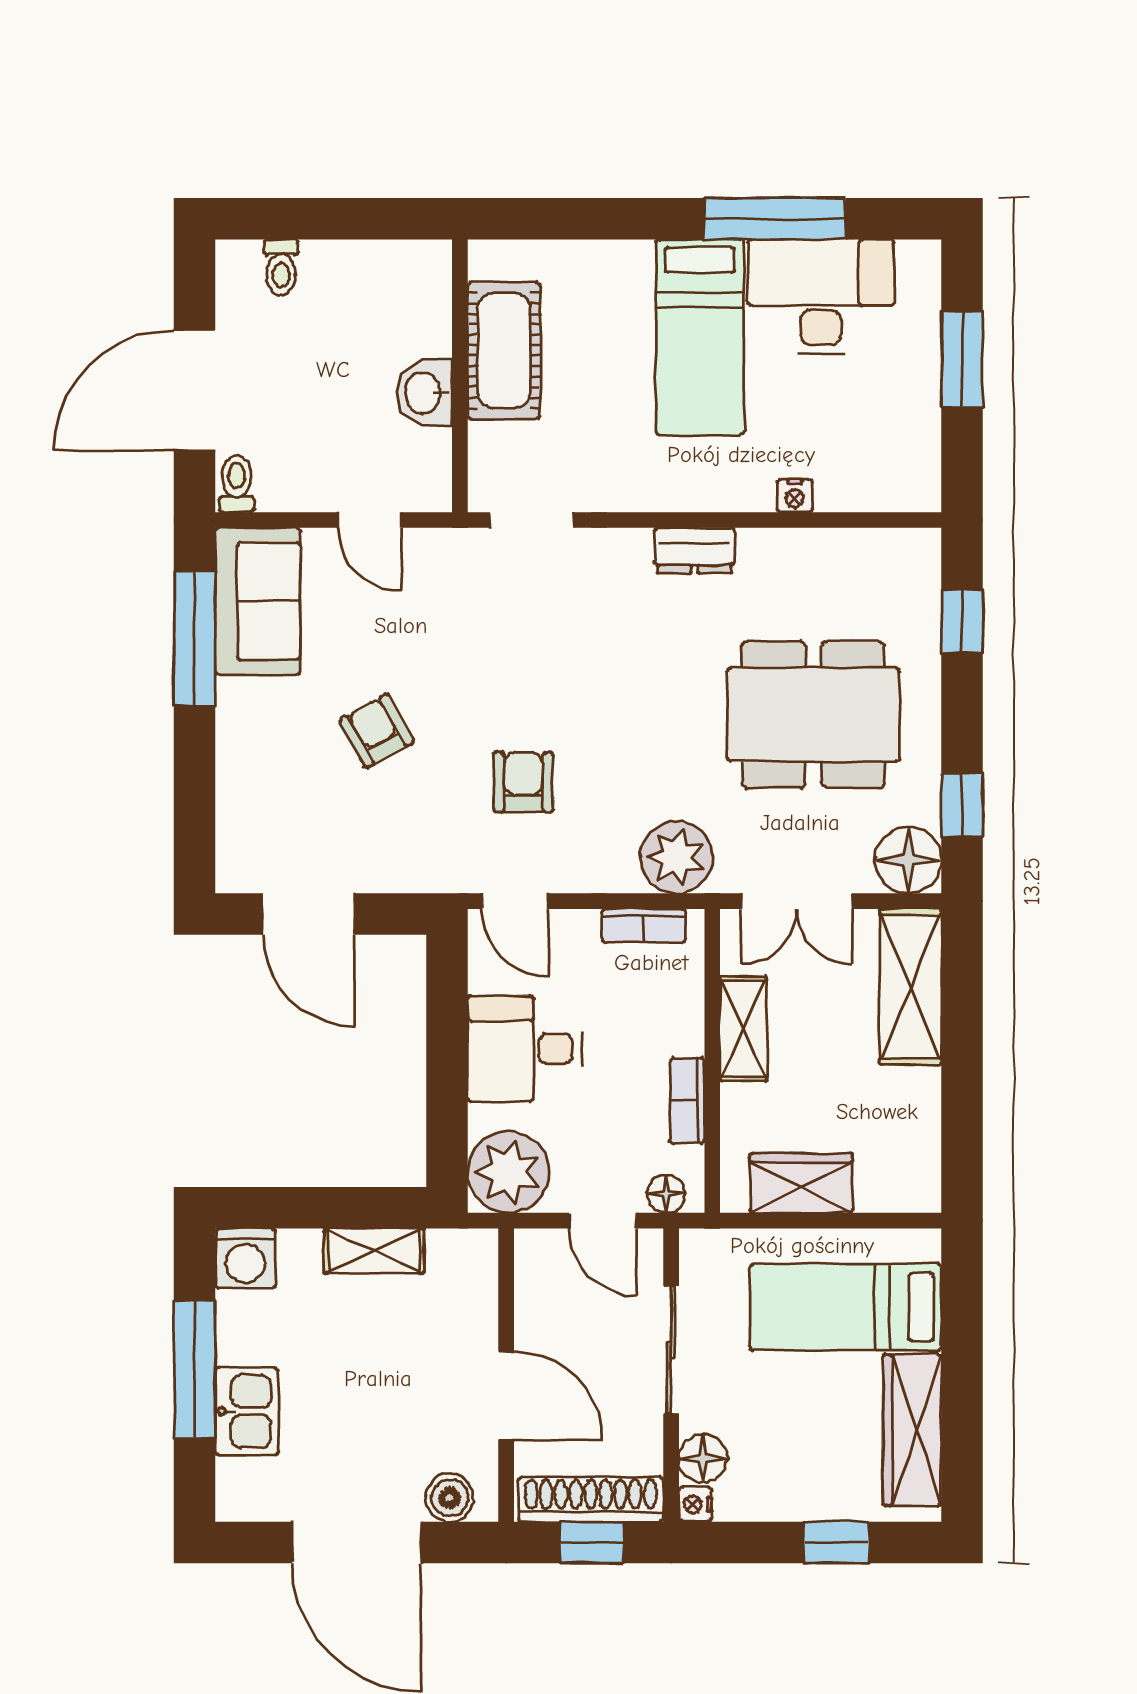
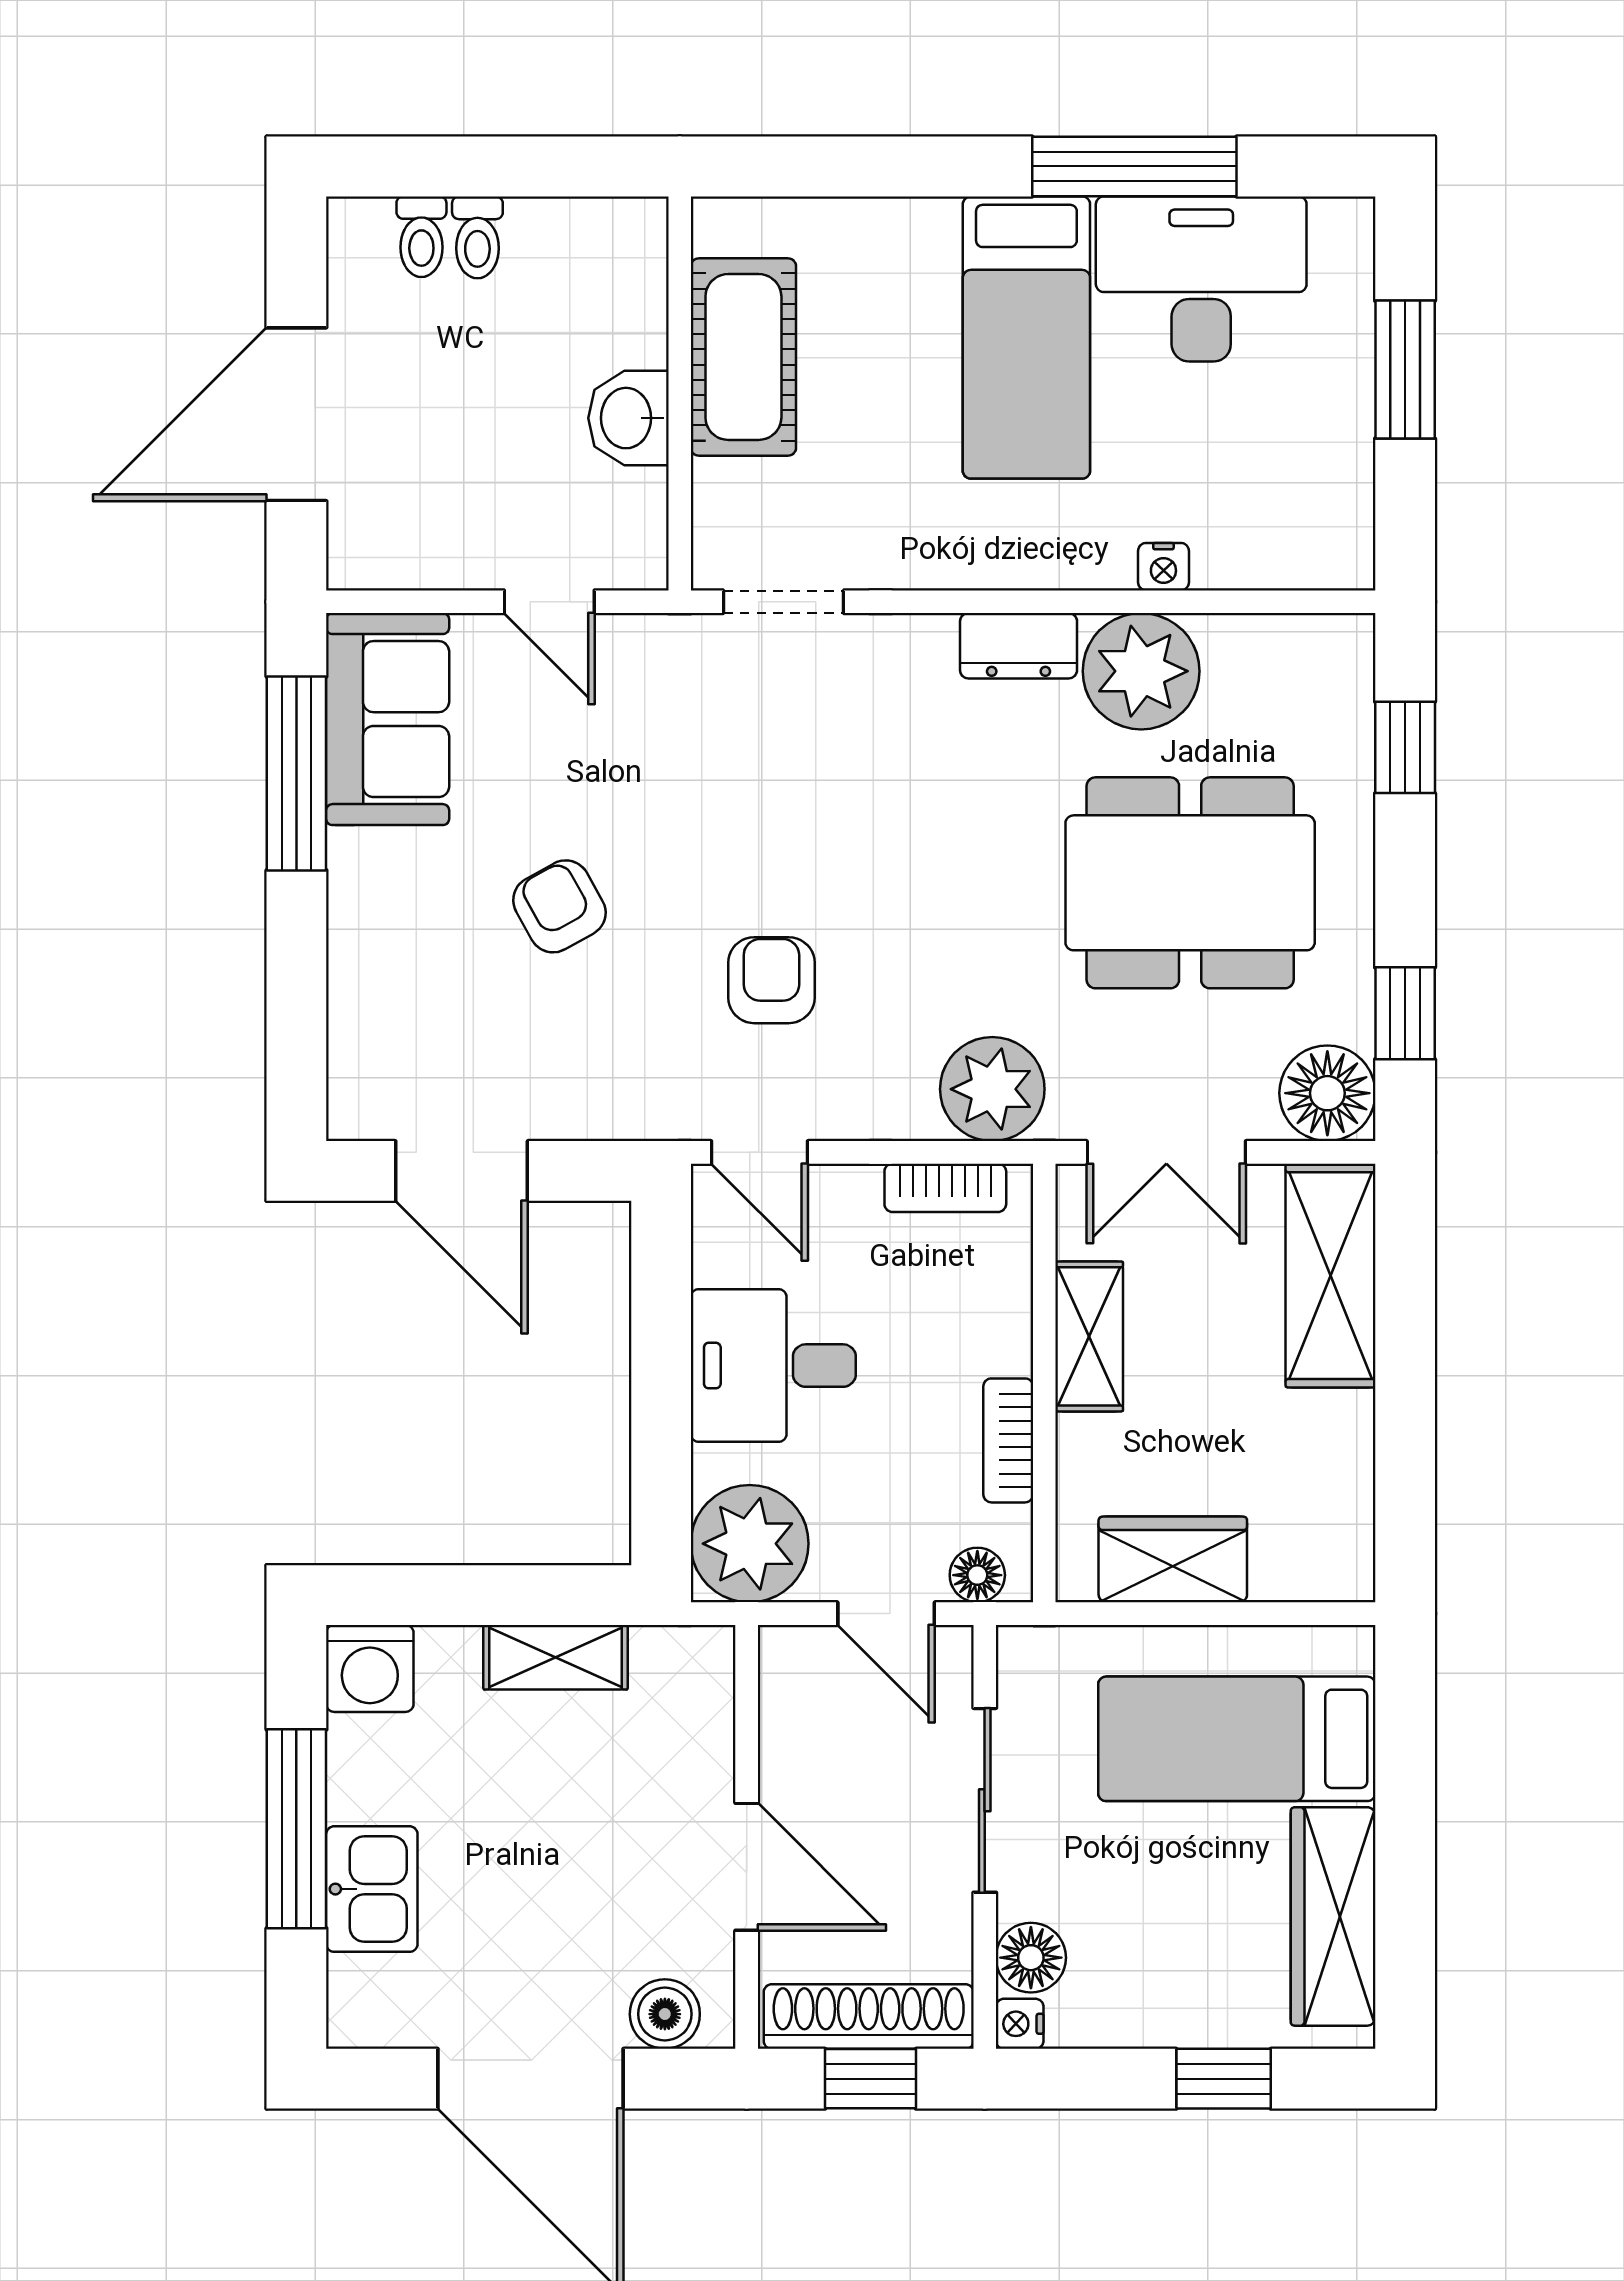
toilet: (237, 484) -> (477, 237), moved, turned 180
plant: (779, 568) -> (1141, 671), added

